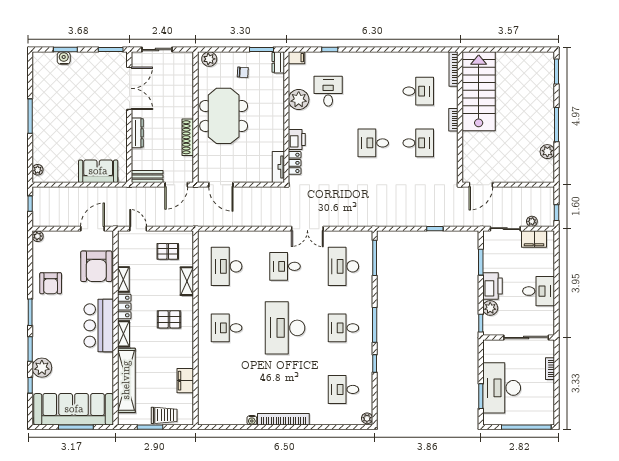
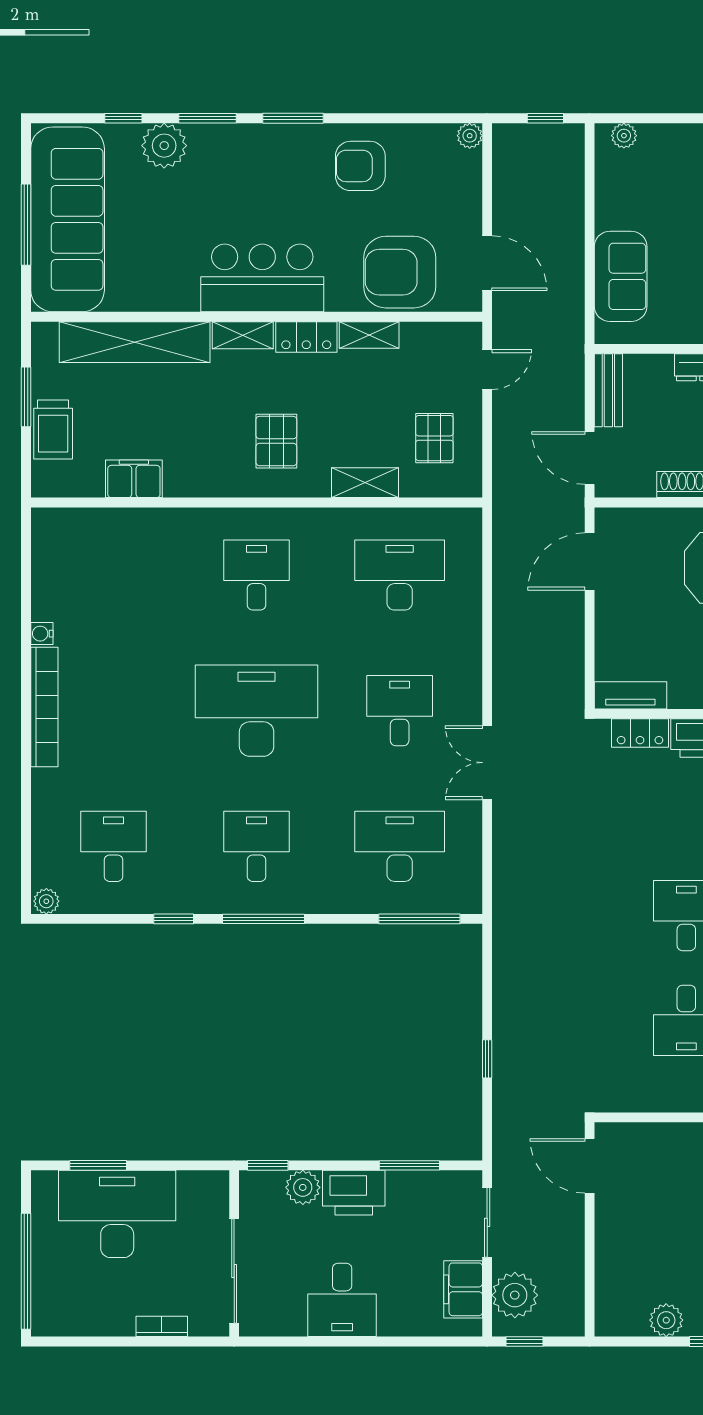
plant: (532, 221) -> (515, 1295), width x1.88, depth x1.88

